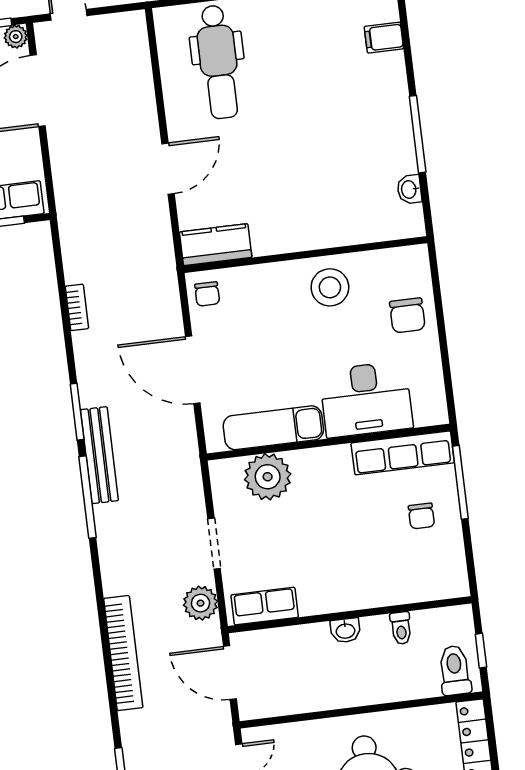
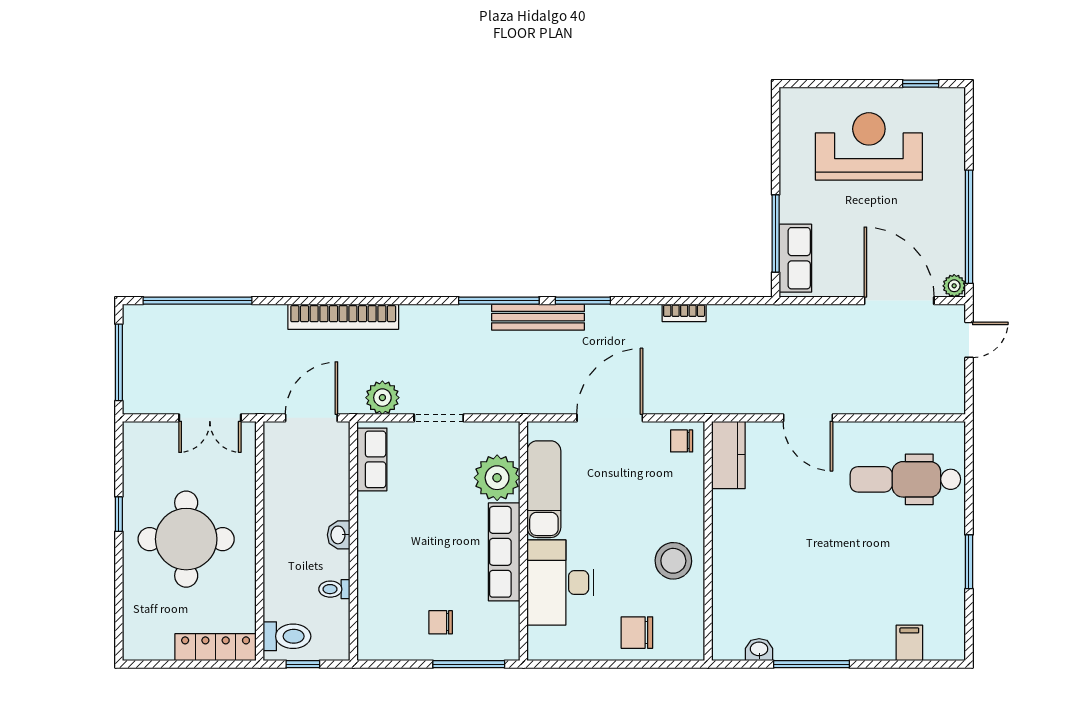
row of seats: (403, 453) -> (504, 552), moved

